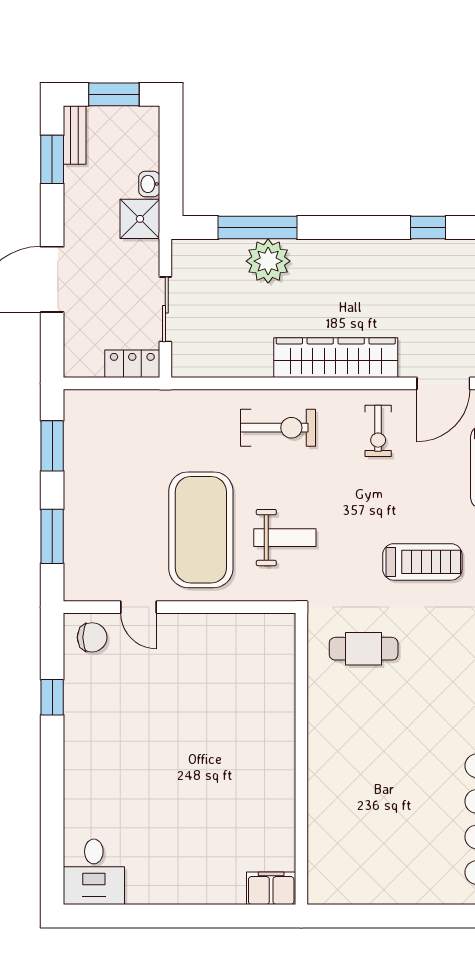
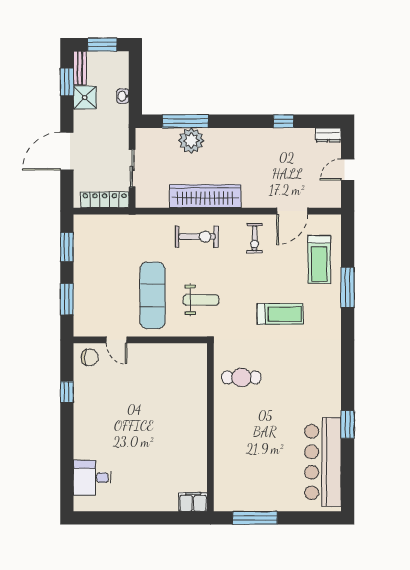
shower: (140, 219) -> (85, 98), moved
wardrobe: (336, 358) -> (205, 196), moved
locker: (132, 364) -> (105, 200), width x1.53
exercise mat: (201, 530) -> (153, 295), width x0.68
cafe table: (364, 649) -> (241, 377), moved
desk: (94, 872) -> (92, 478), moved, turned 90
window: (379, 916) -> (255, 518), added

